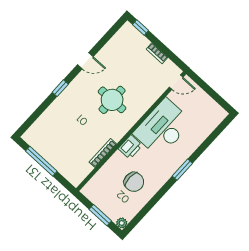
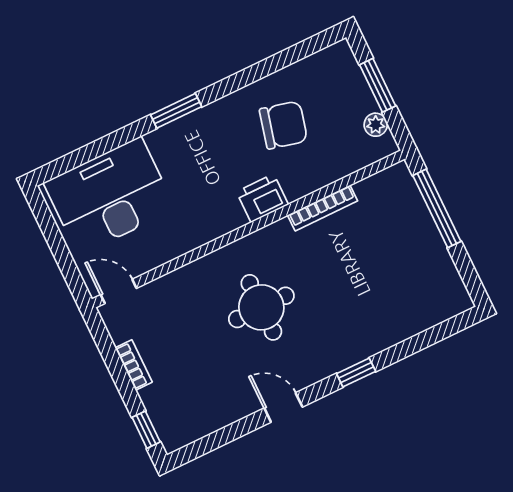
desk: (163, 128) -> (110, 196), moved, turned 180
window: (41, 161) -> (437, 208), moved
chair: (134, 182) -> (283, 125), turned 104
plant: (122, 223) -> (376, 125), moved

